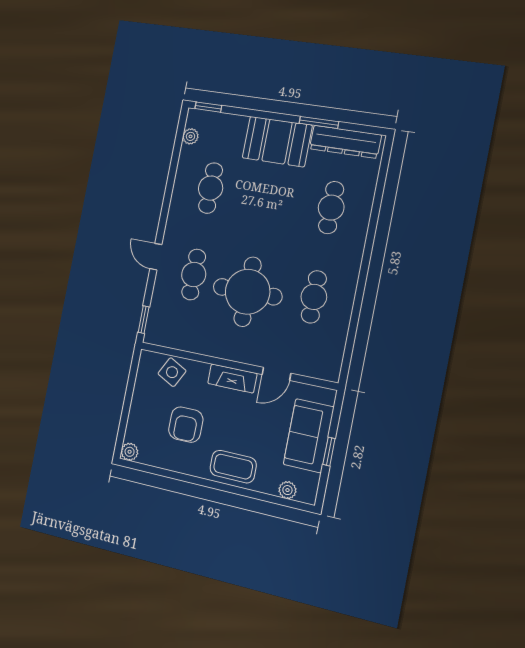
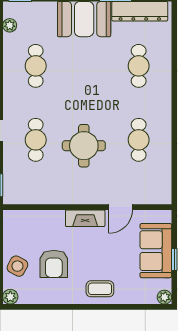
round table: (248, 292) -> (84, 146), width x0.73, depth x0.73
side table: (172, 372) -> (17, 266), moved
coffee table: (233, 467) -> (100, 289), width x0.73, depth x0.77
plant: (287, 490) -> (164, 297), moved

